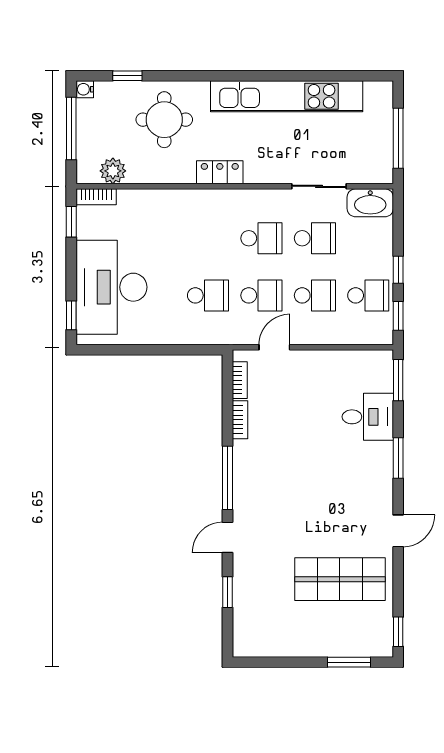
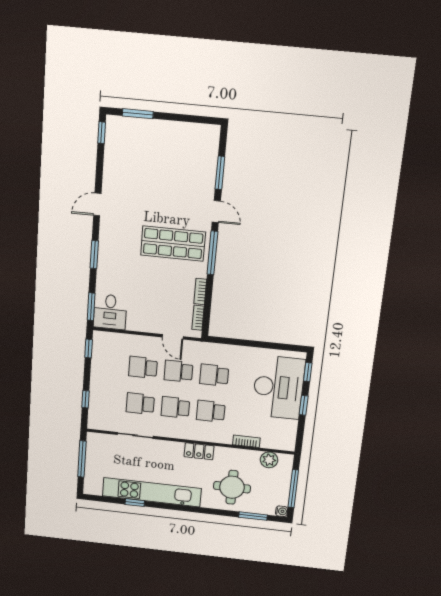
window: (127, 76) -> (253, 516), width x1.50
window: (312, 76) -> (135, 503), added
bookcase: (96, 197) -> (246, 441), moved
washbasin: (370, 203) -> (102, 422), removed
window: (71, 222) -> (304, 405), moved
window: (398, 270) -> (86, 399), moved
school desk: (368, 295) -> (211, 411), moved
door: (274, 347) -> (173, 337), hinge flipped
desk: (368, 417) -> (110, 312), moved, turned -90
door: (227, 537) -> (216, 212), hinge flipped
shop shelf: (340, 579) -> (173, 244), moved
window: (227, 592) -> (220, 173), width x1.50

